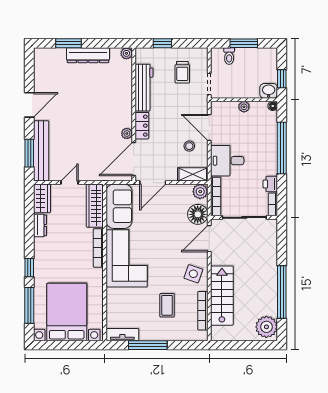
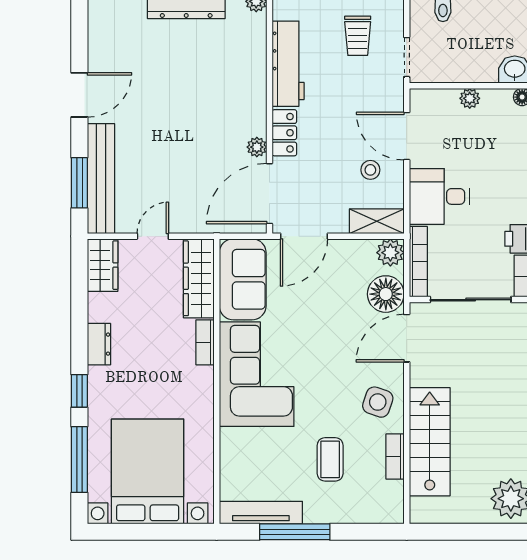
dresser: (40, 225) -> (99, 344), moved
bookcase: (98, 248) -> (205, 342), width x0.64
bookcase: (203, 311) -> (395, 456), width x0.64
tv unit: (122, 335) -> (261, 513), width x1.41

